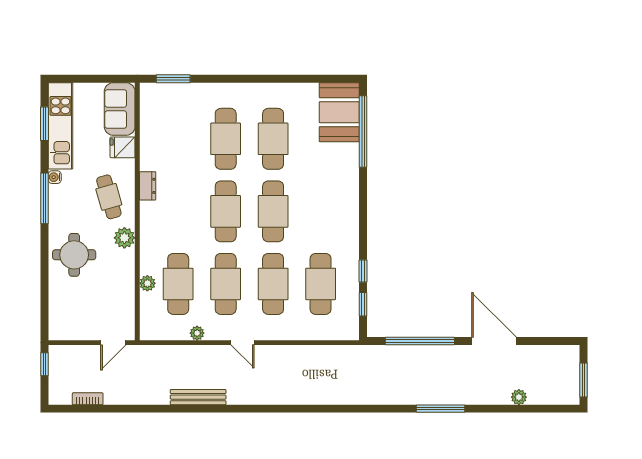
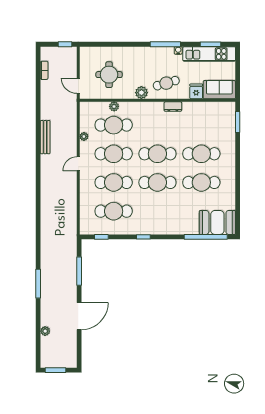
round table: (74, 255) -> (109, 75), moved
window: (363, 271) -> (143, 237), moved
window: (420, 341) -> (79, 271), width x0.68

